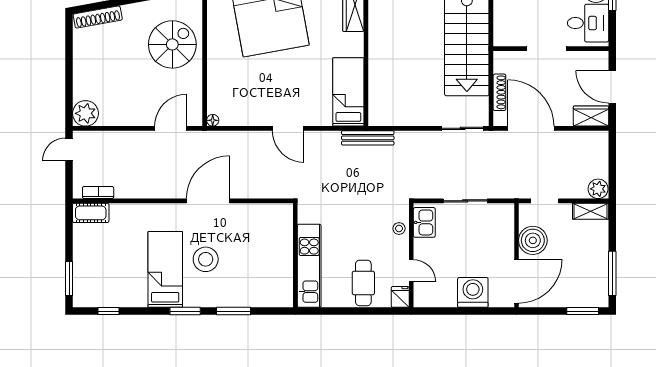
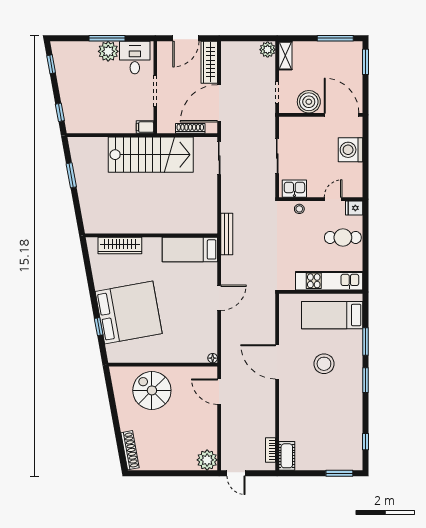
filing cabinet: (501, 36) -> (145, 127), added
wardrobe: (591, 116) -> (209, 62), width x1.50
bed: (165, 269) -> (332, 315), moved

